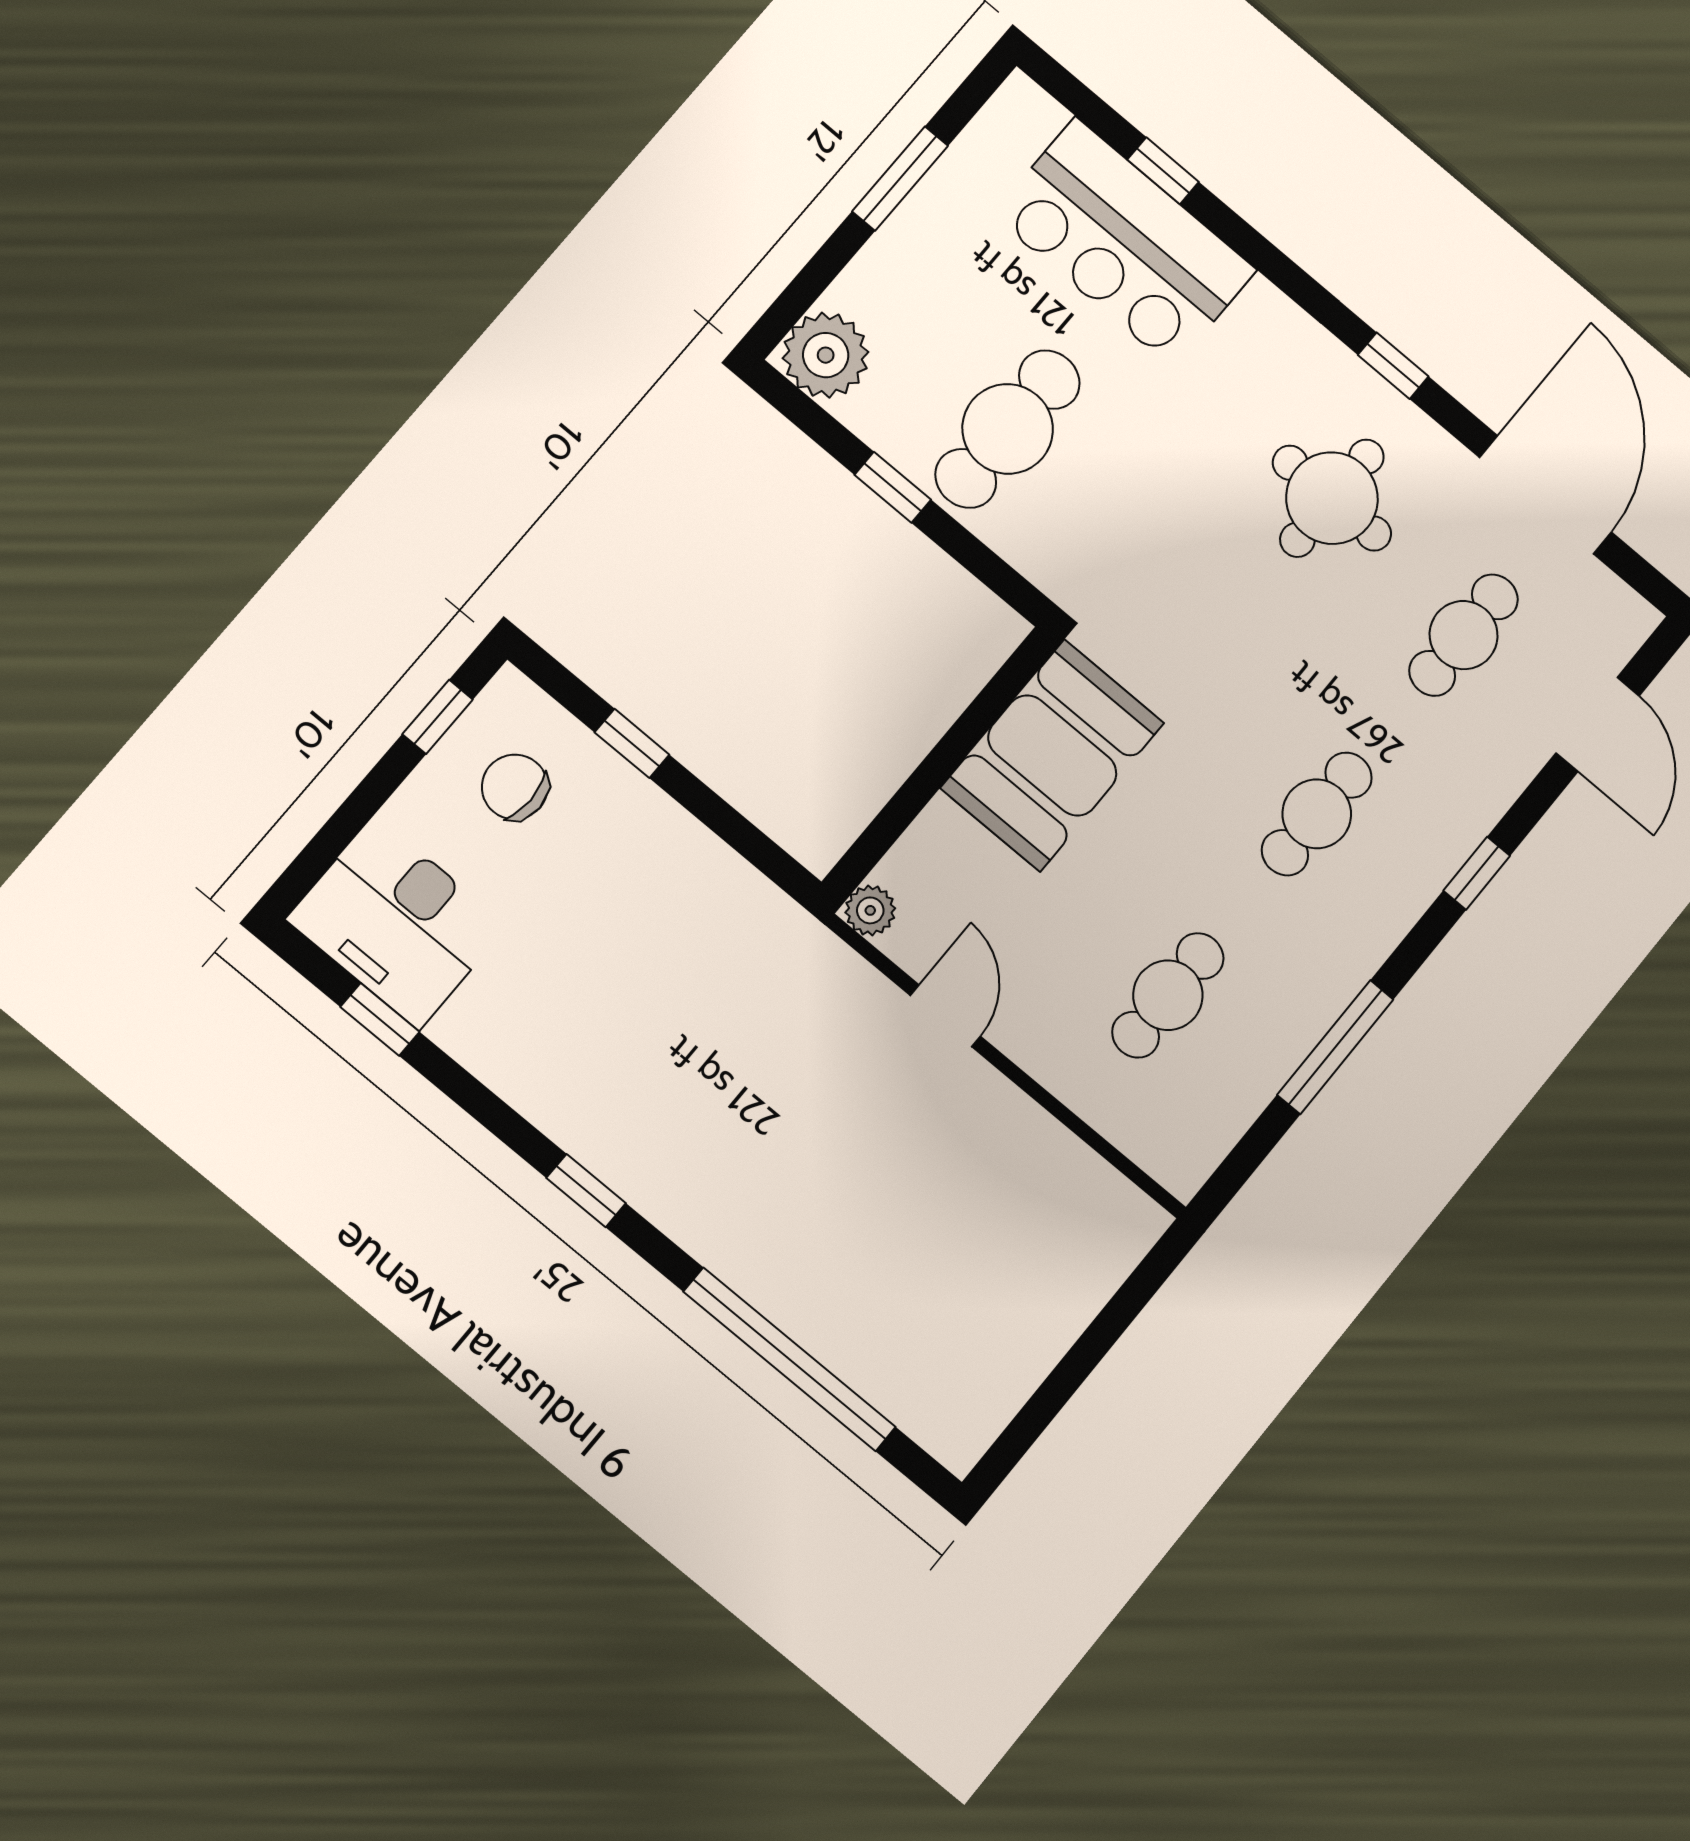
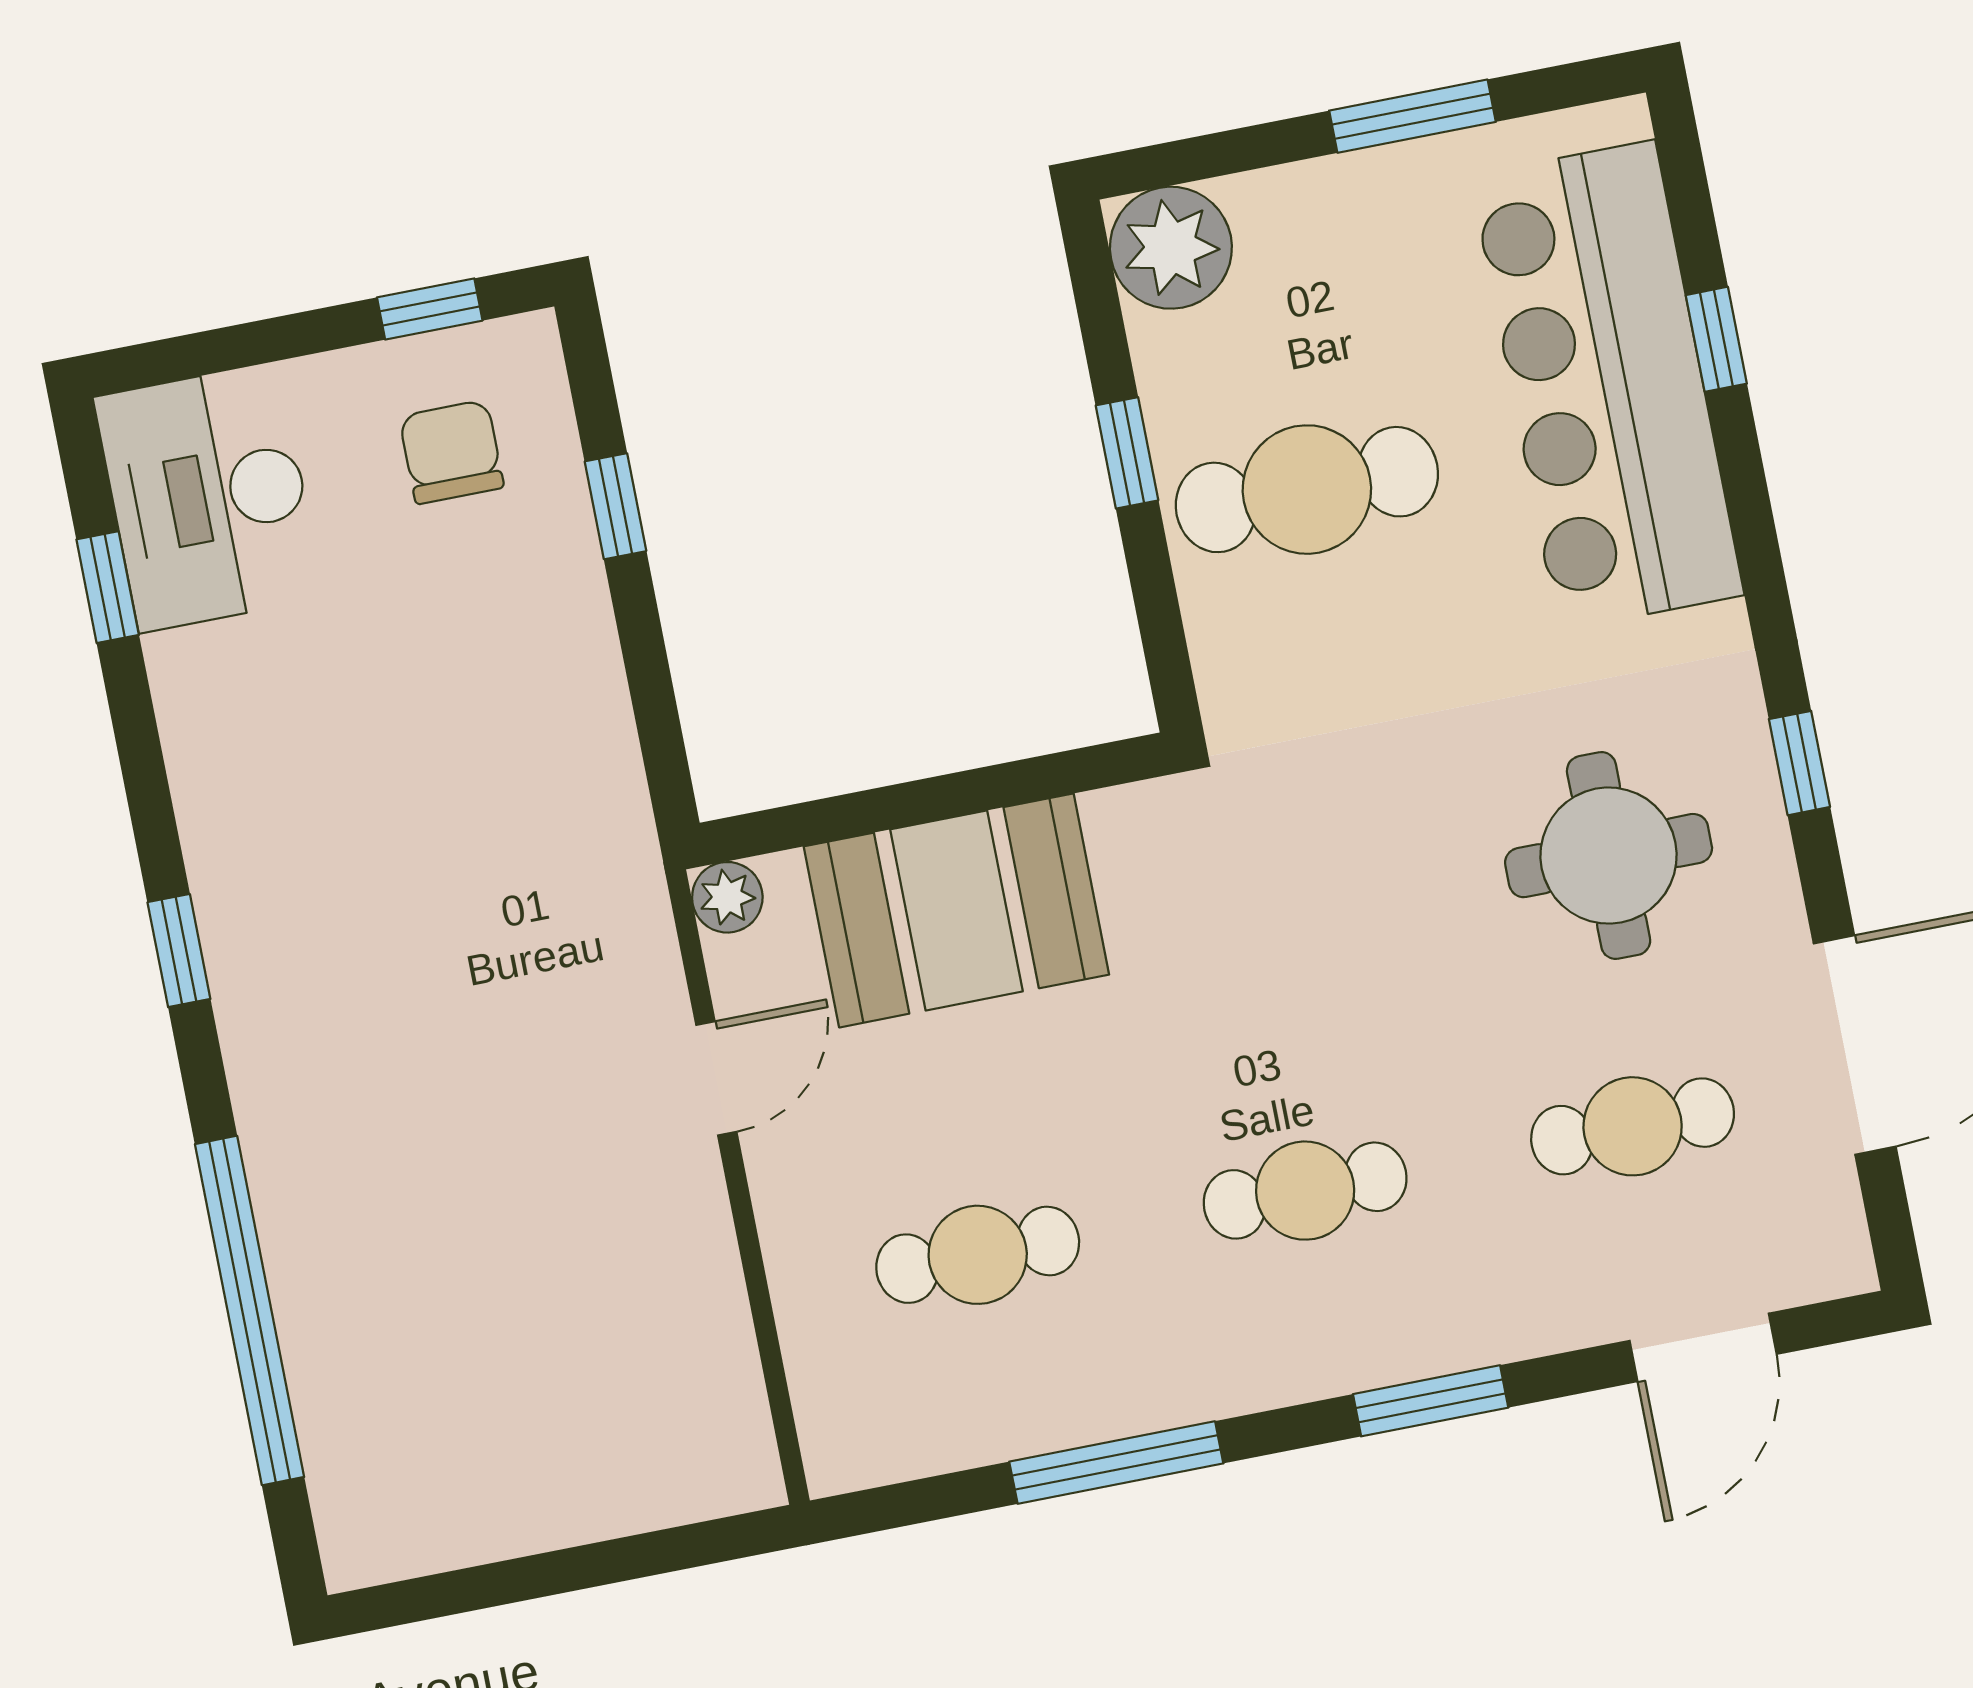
bar counter: (1124, 243) -> (1607, 385), width x1.36
booth: (1052, 755) -> (956, 910), moved
window: (1477, 873) -> (1431, 1401), width x1.50

